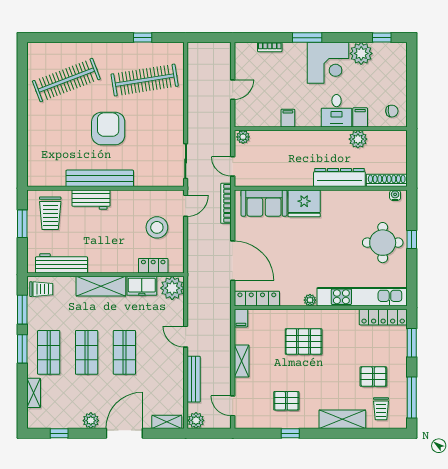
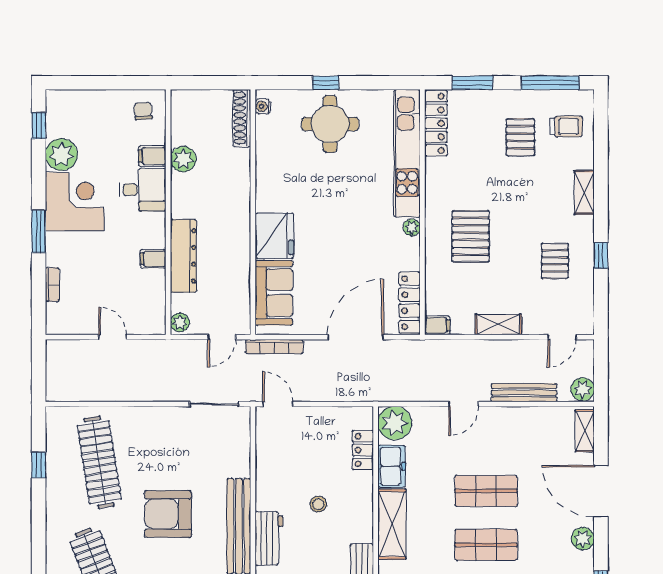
dresser: (339, 178) -> (183, 256), moved, turned 180
stool: (157, 227) -> (318, 504), moved, width x0.53, depth x0.53
shelving: (342, 419) -> (584, 192), width x0.67, depth x0.75

